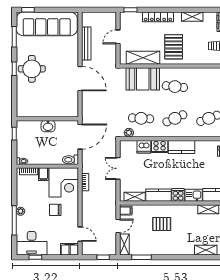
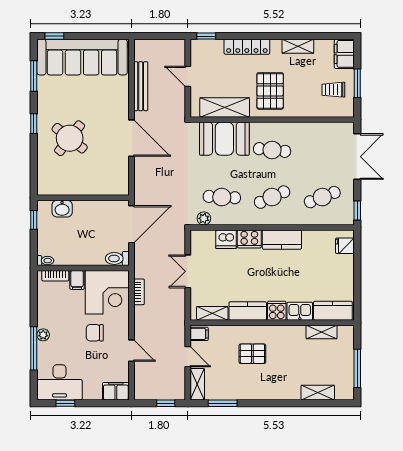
door: (118, 37) -> (188, 76), hinge flipped
round table: (32, 69) -> (70, 138), moved, turned 38
washbasin: (48, 126) -> (62, 209), moved
door: (118, 226) -> (188, 357), hinge flipped
door: (80, 234) -> (131, 351), moved

